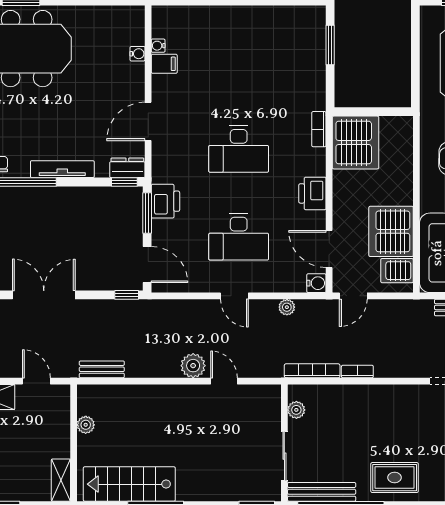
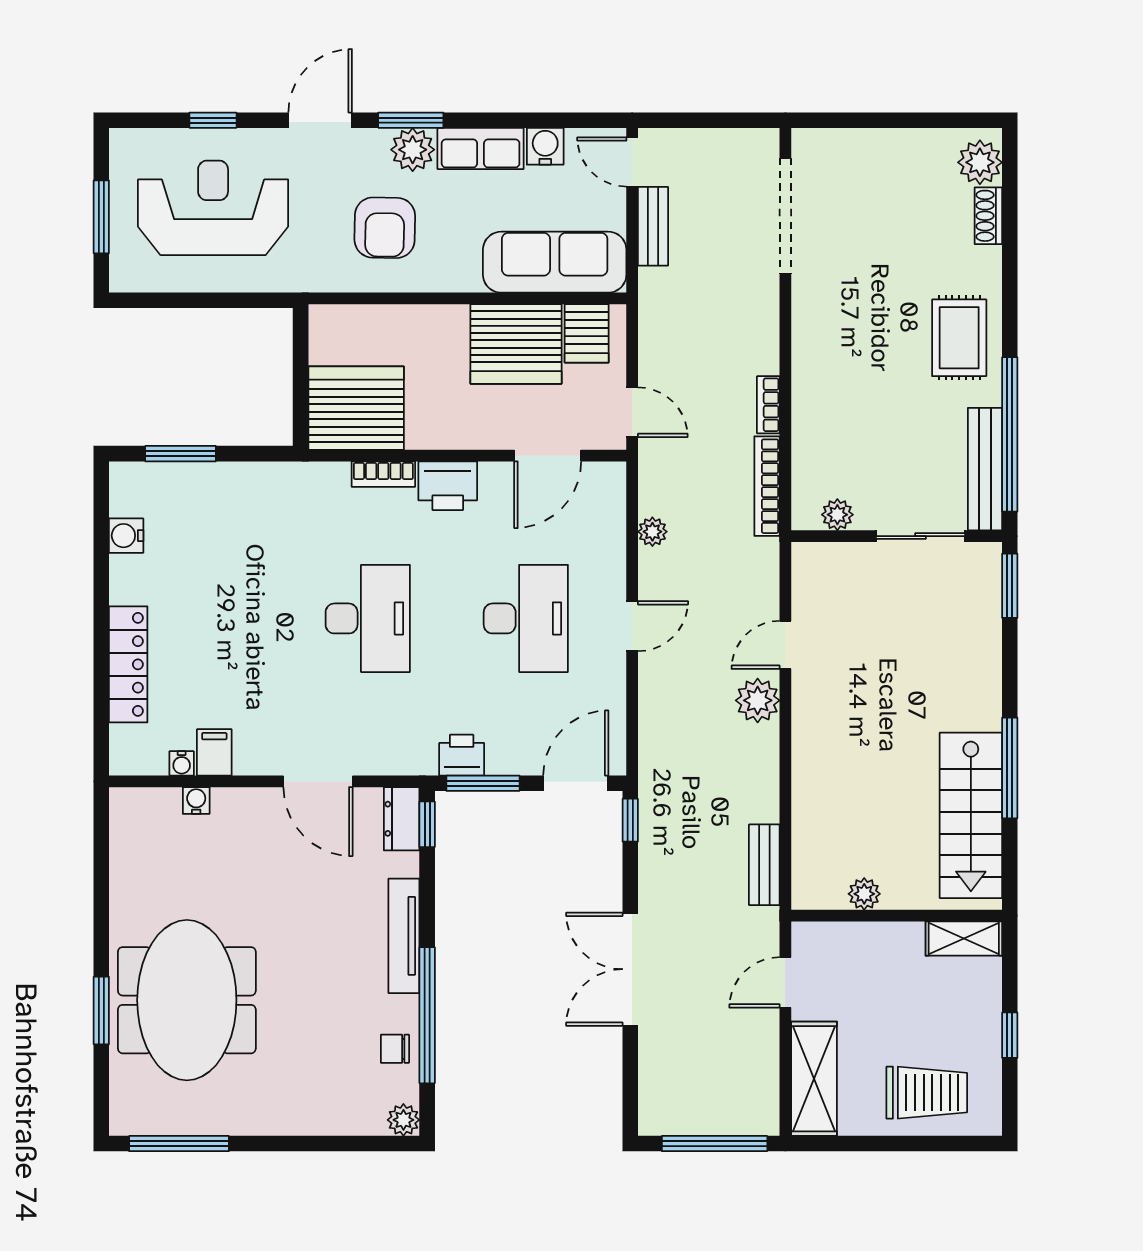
locker: (213, 16) -> (128, 664), added
bookcase: (319, 129) -> (383, 474), moved
printer: (165, 201) -> (462, 755), width x0.73, depth x0.81
water cooler: (316, 283) -> (126, 536), moved, turned -90

